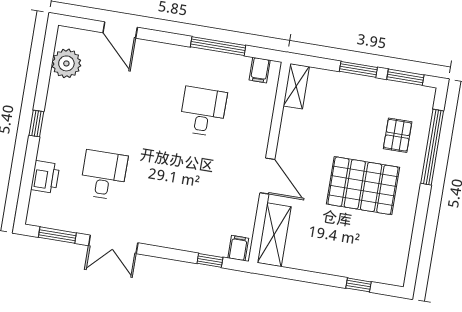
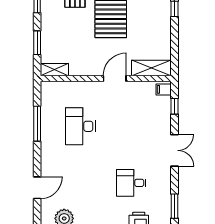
window: (358, 69) -> (37, 43), moved
filing cabinet: (260, 70) -> (48, 95), removed
desk: (203, 111) -> (80, 126), width x1.37
double door: (113, 244) -> (175, 150), moved

